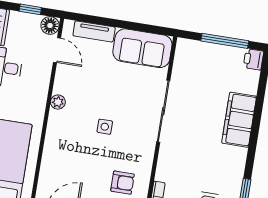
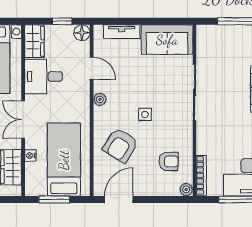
door: (57, 50) -> (92, 68), moved
armchair: (72, 156) -> (120, 145), added

